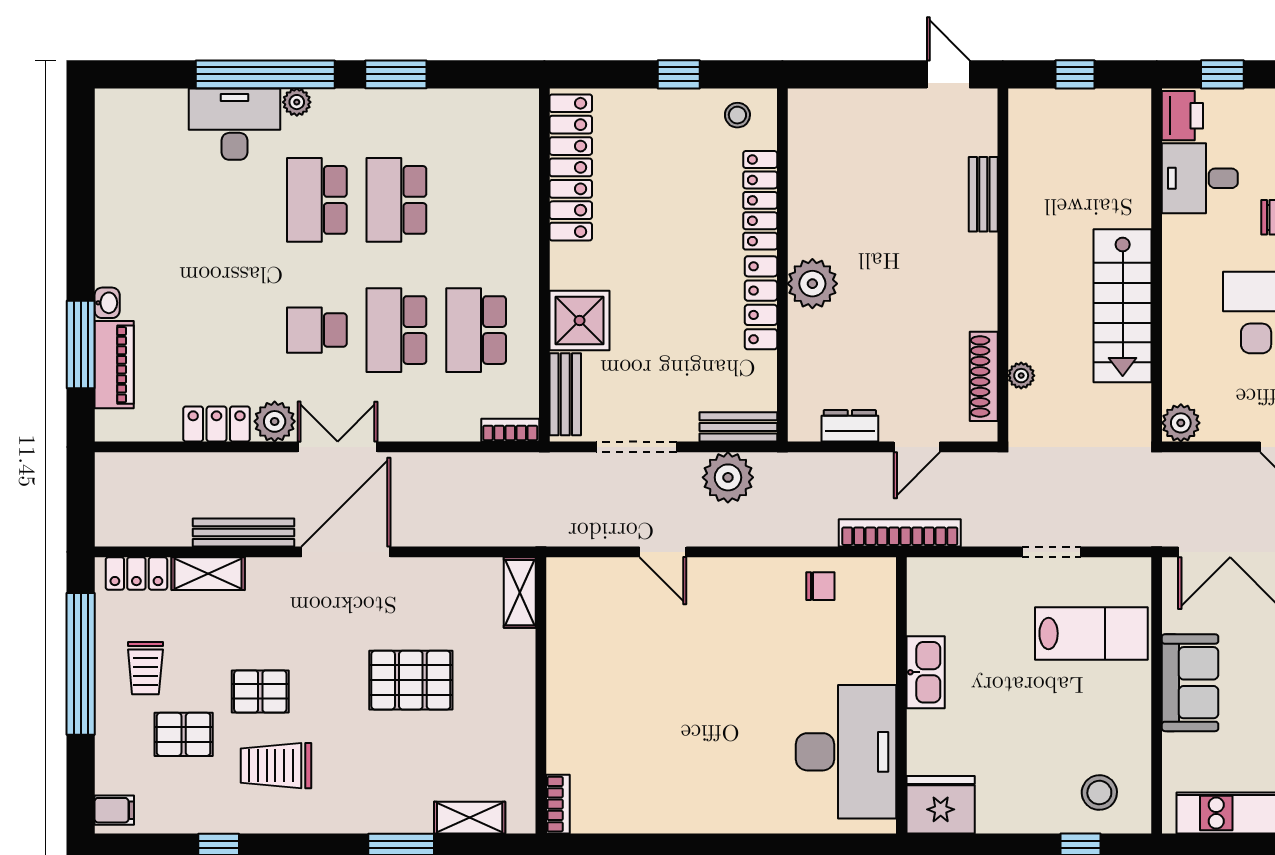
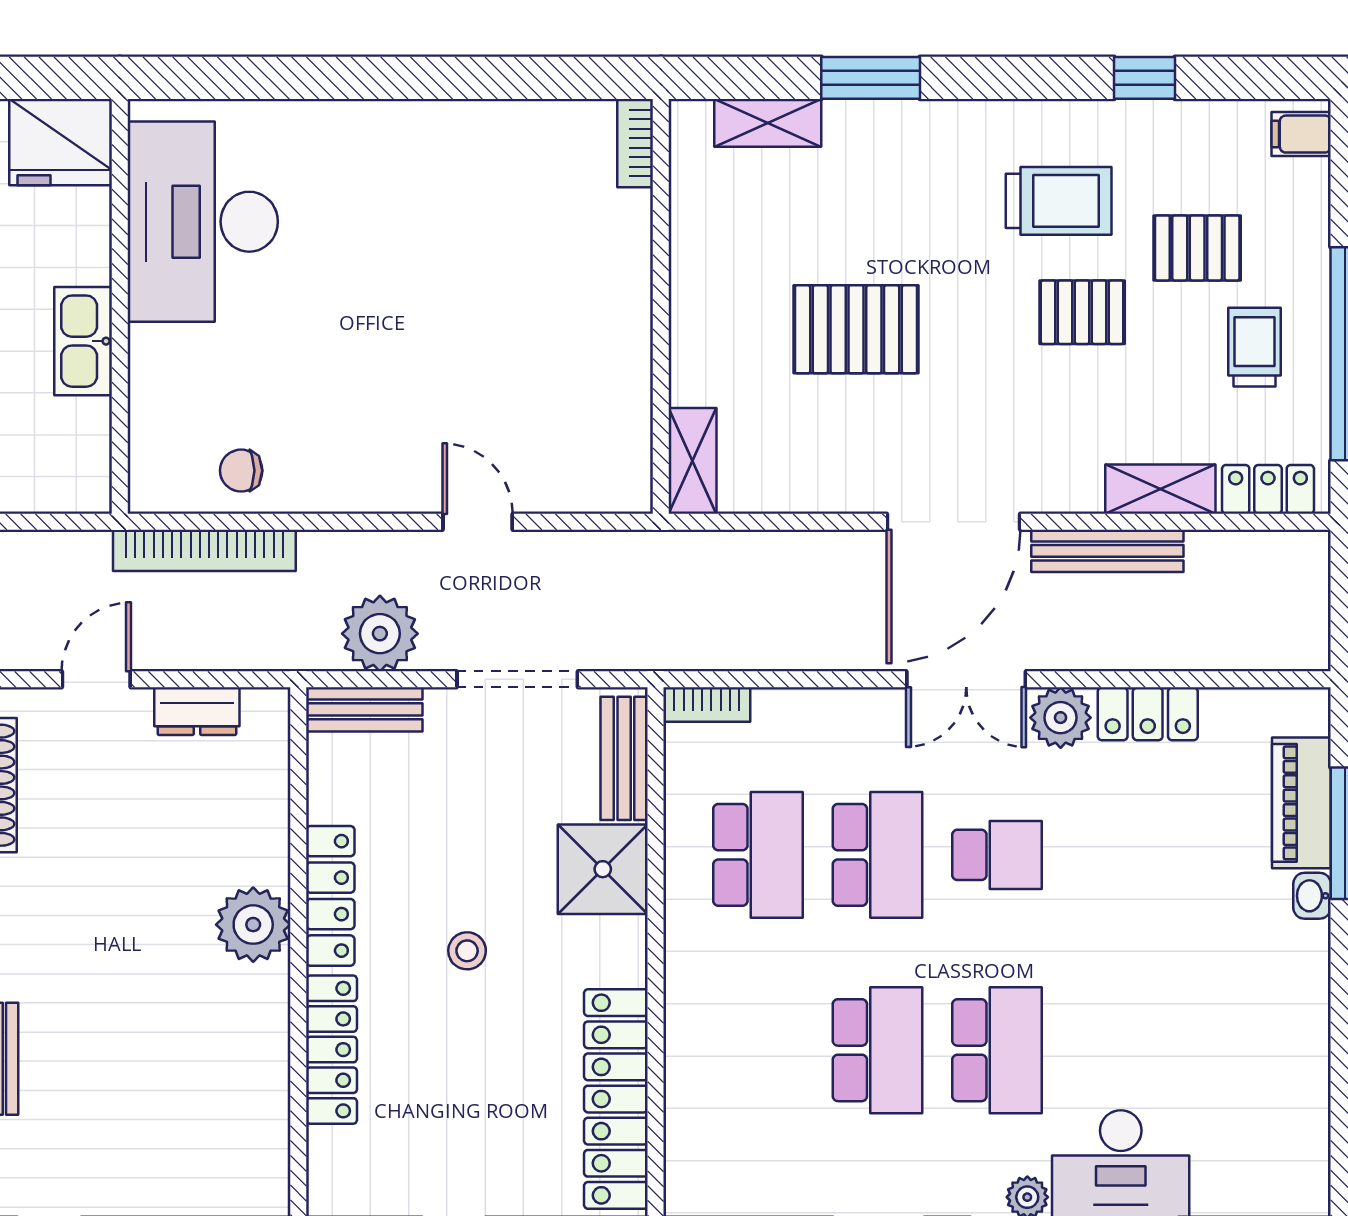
stool: (737, 115) -> (467, 951), moved
bookcase: (900, 533) -> (204, 550), moved

